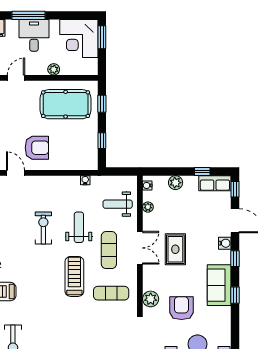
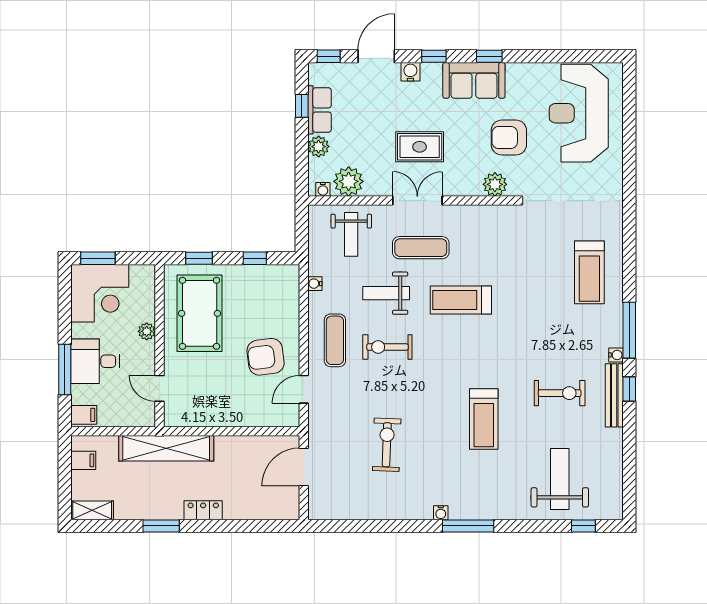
armchair: (37, 148) -> (266, 357), turned -97
row of seats: (215, 183) -> (319, 110), moved
plant: (148, 207) -> (349, 181), width x1.88, depth x1.88
exercise mat: (111, 293) -> (335, 340), moved

